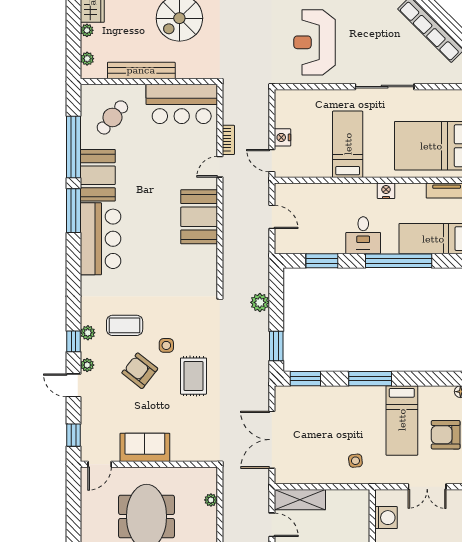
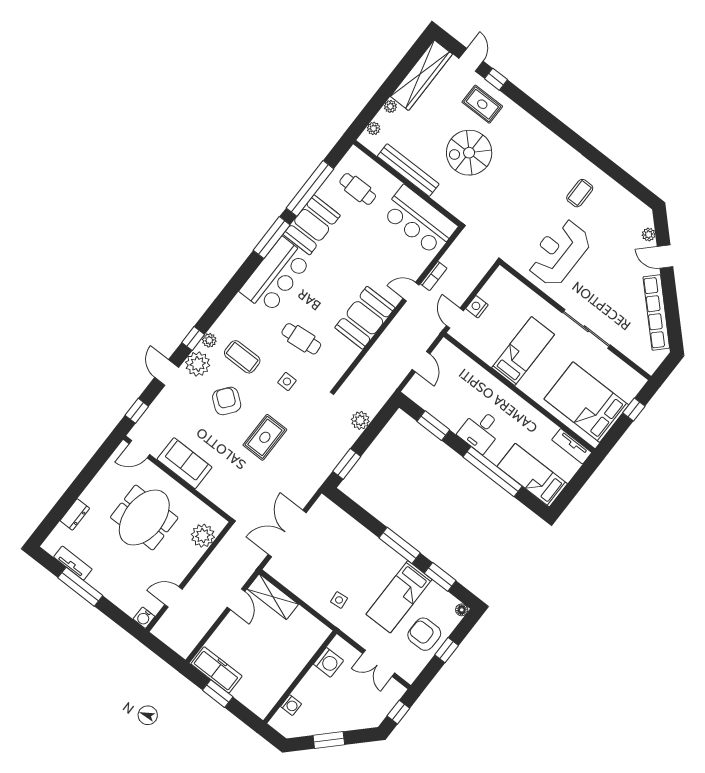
cafe table: (112, 117) -> (358, 189), turned 50
nightstand: (386, 191) -> (525, 410), removed
cafe table: (161, 274) -> (301, 339), added
side table: (166, 345) -> (287, 381), moved
plant: (87, 365) -> (198, 364), width x1.87, depth x1.87
window: (305, 379) -> (440, 577), moved
plant: (211, 500) -> (203, 536), width x1.87, depth x1.87

